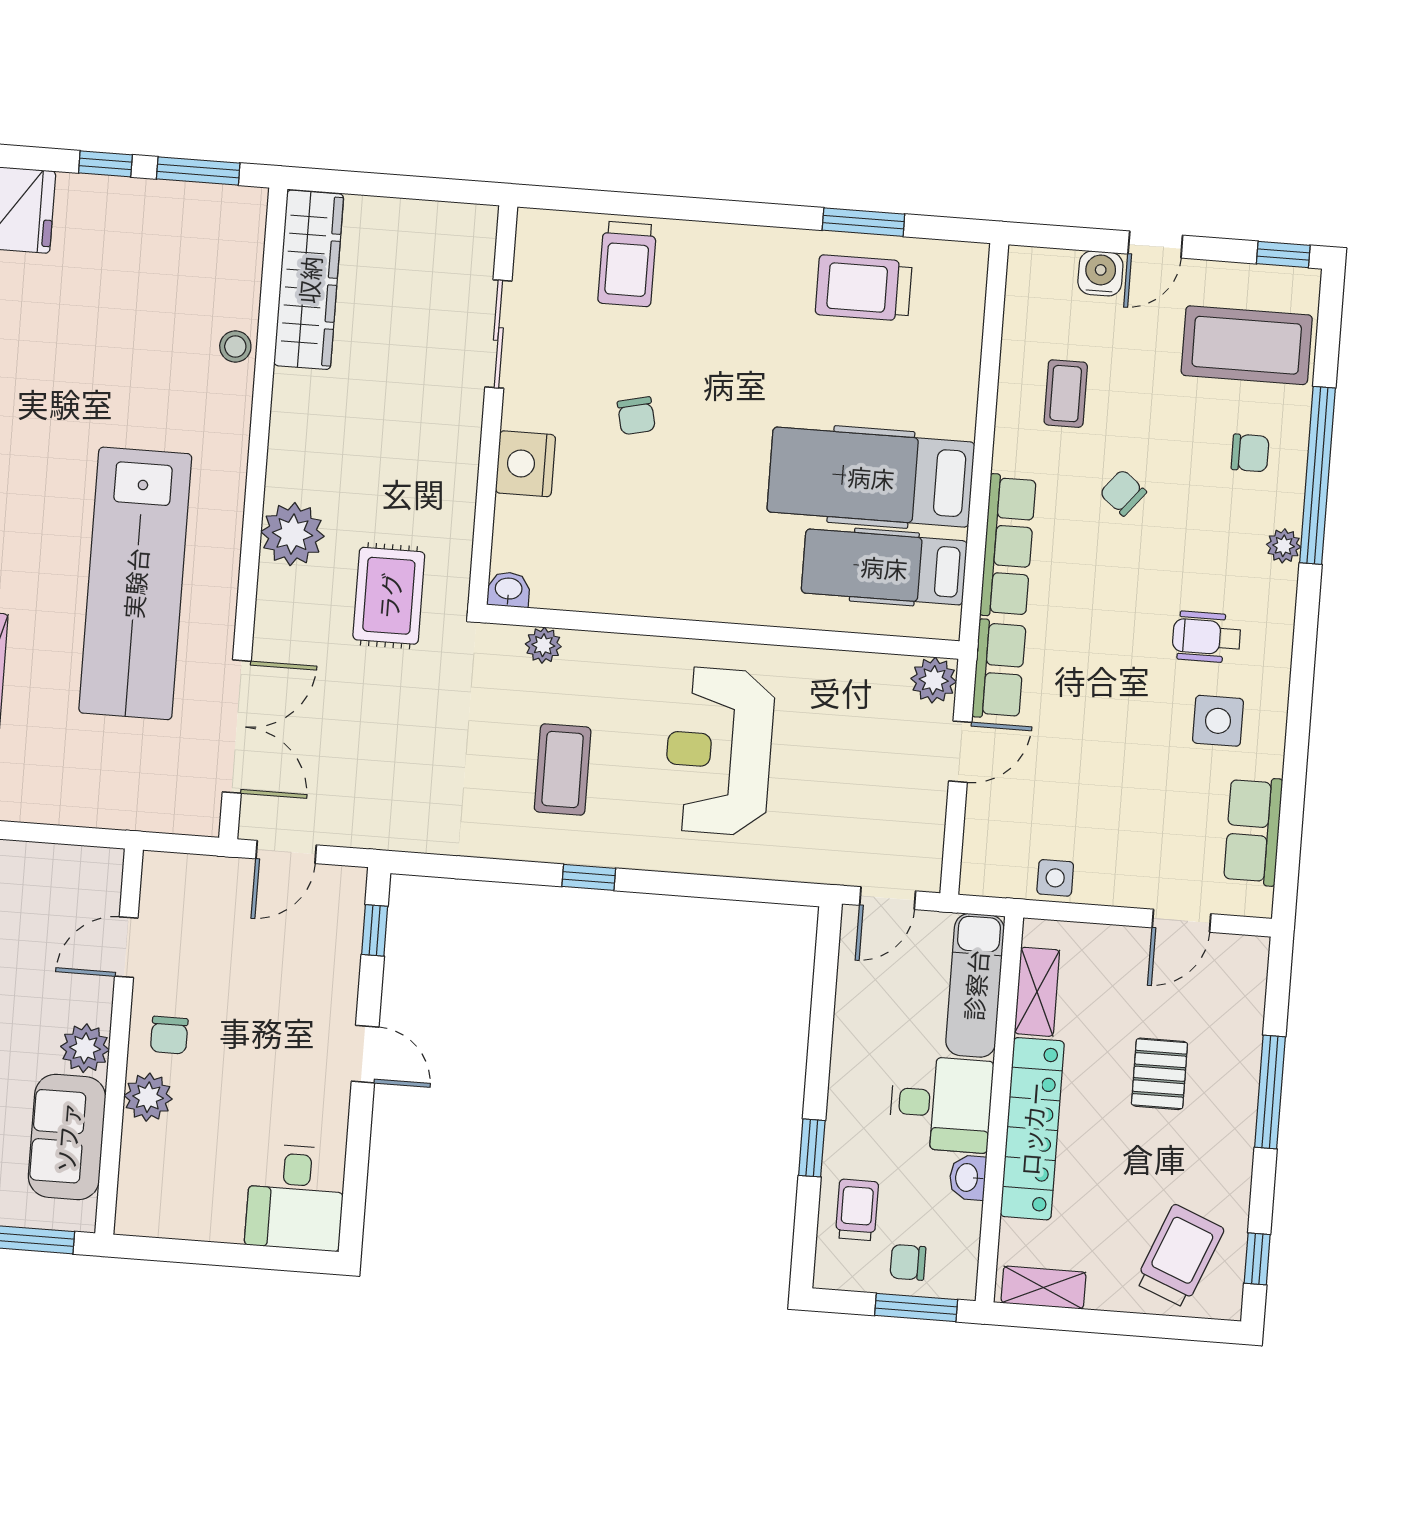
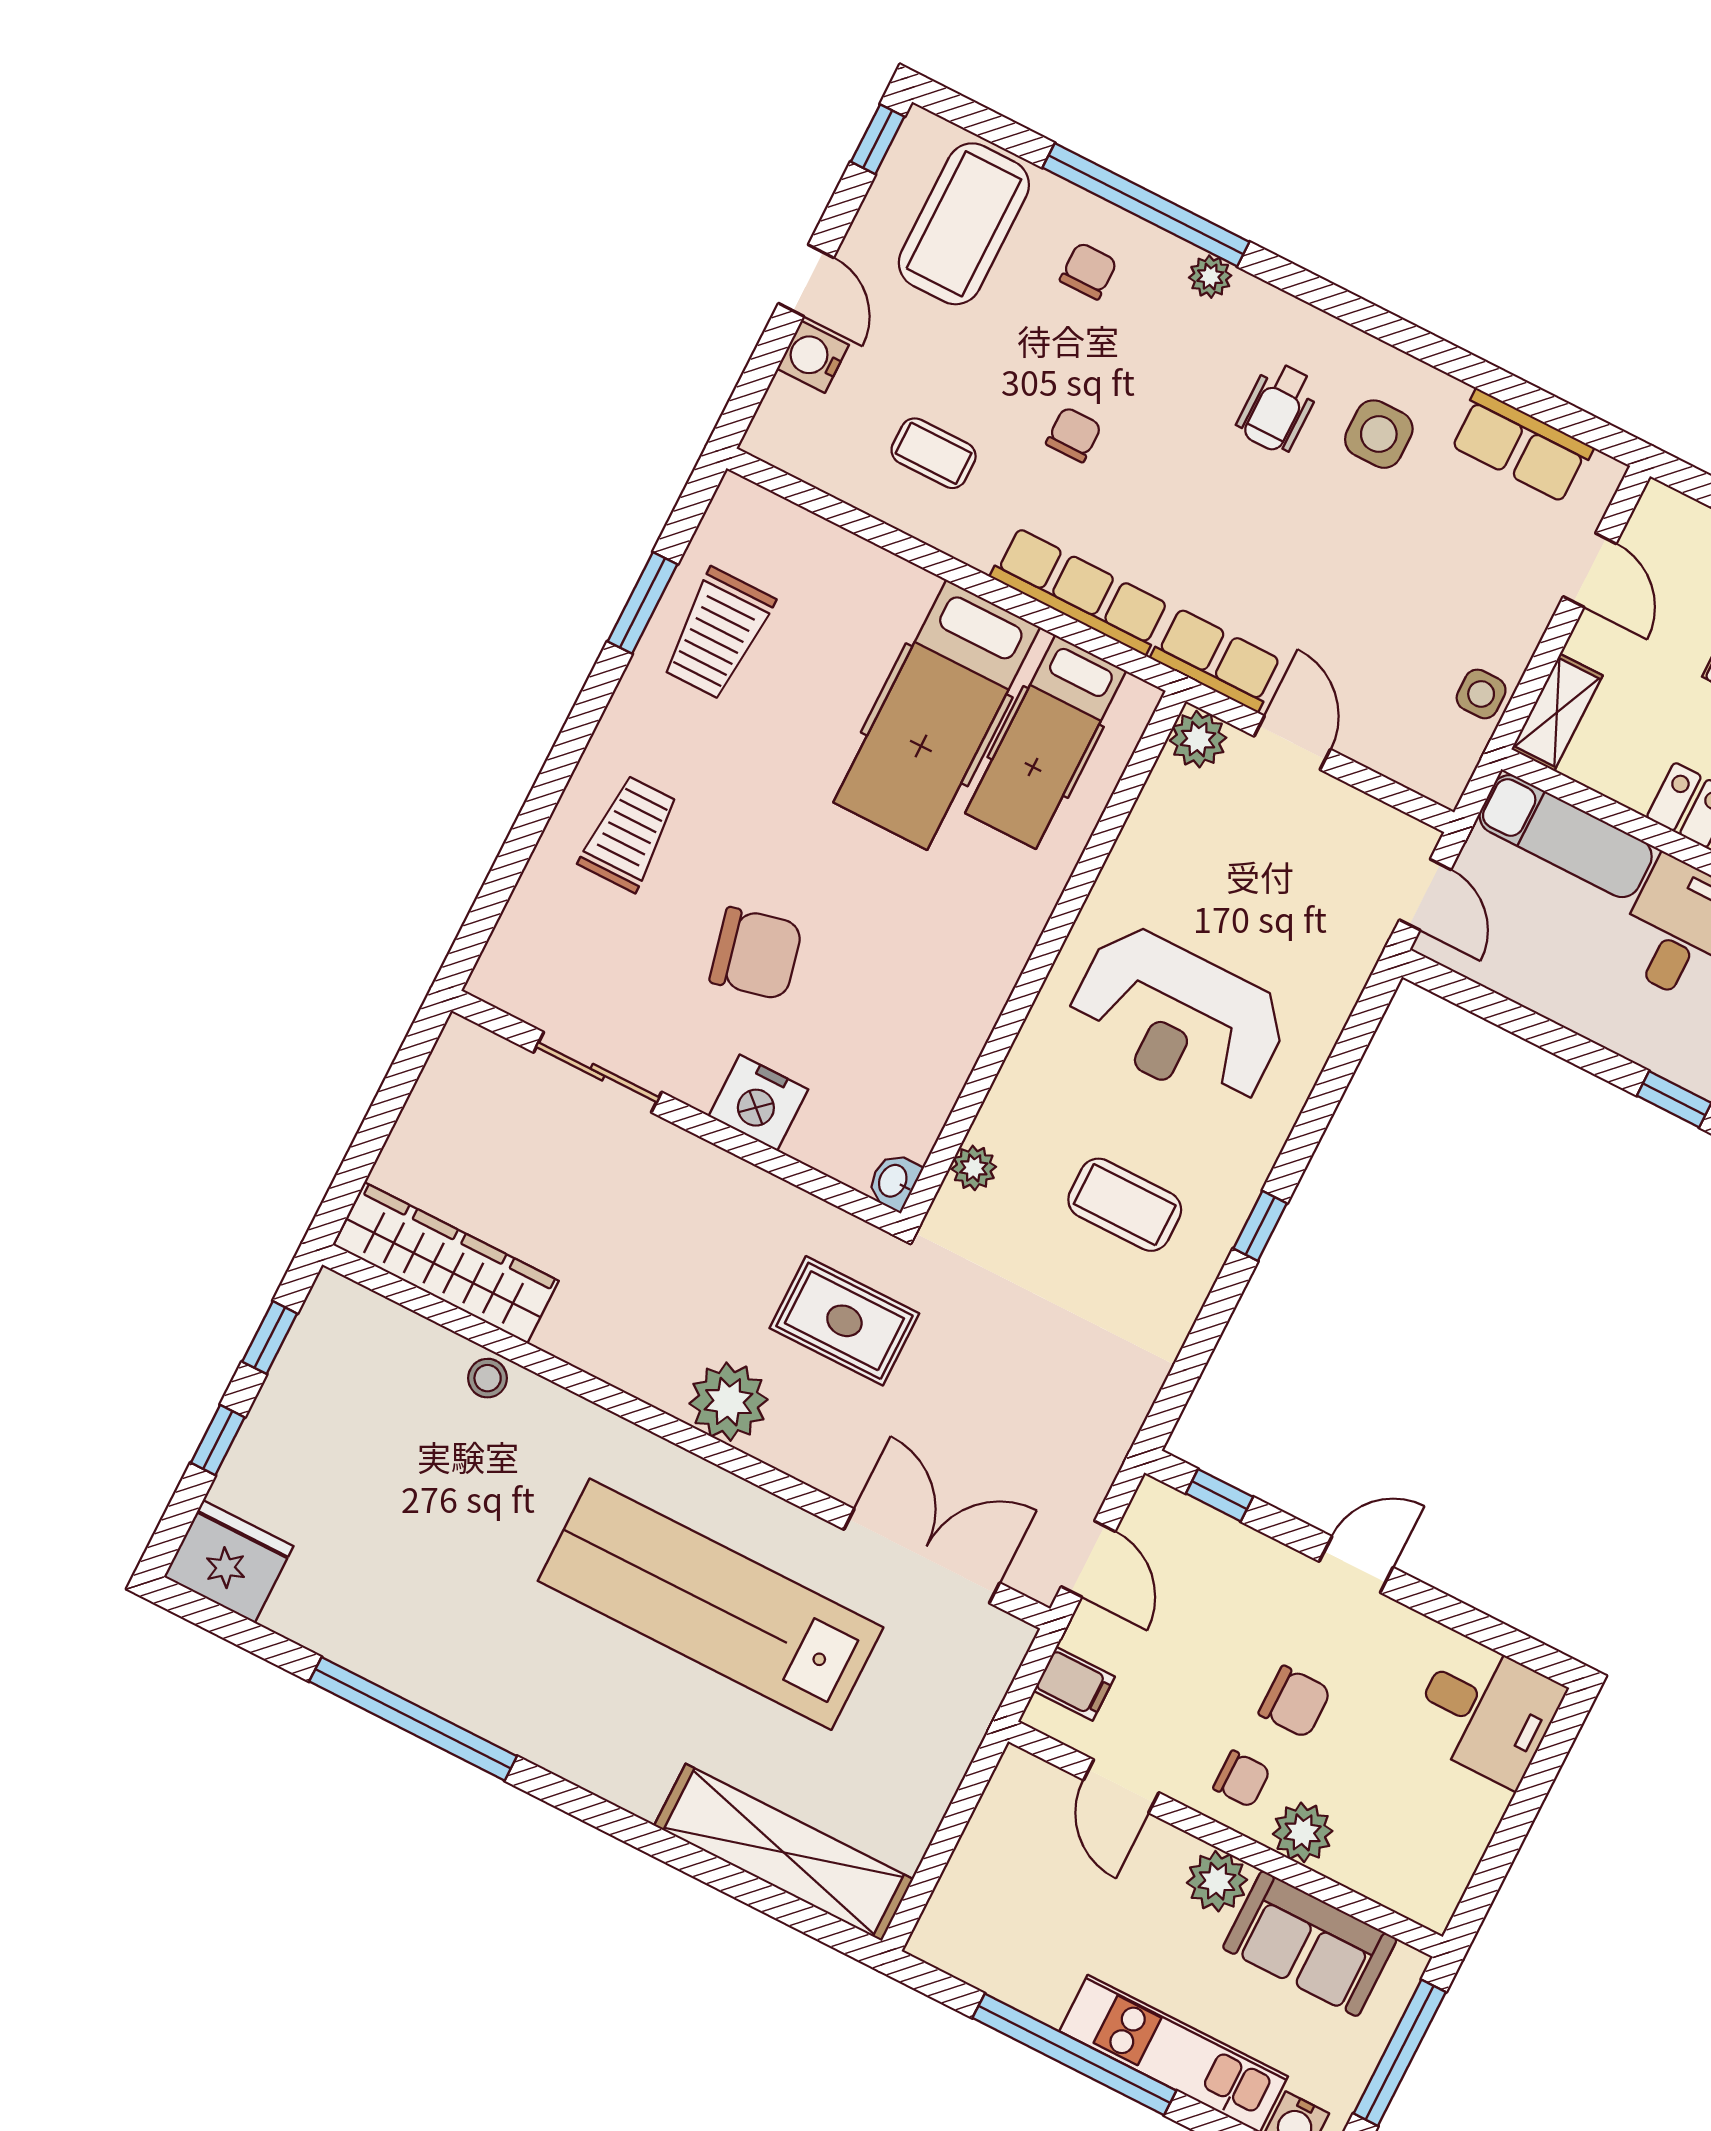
window: (198, 171) -> (270, 1338), width x0.67
trolley: (627, 264) -> (629, 833), moved, turned -90
chair: (636, 416) -> (756, 954), width x1.87, depth x1.87
chair: (1123, 493) -> (1074, 435), turned 141
lab bench: (135, 583) -> (711, 1604), turned 180
filing cabinet: (188, 880) -> (1074, 1684), added
shelving: (1037, 992) -> (1557, 712), moved, turned 90
chair: (243, 1051) -> (1295, 1702), added

